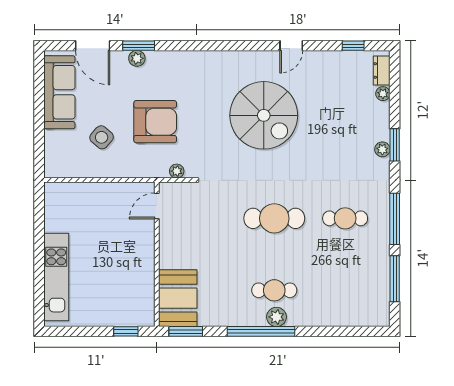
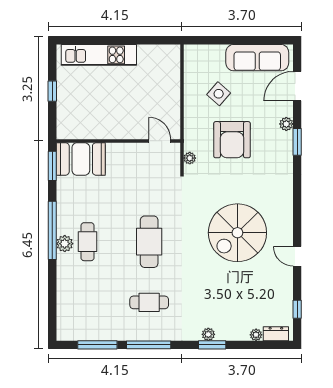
window: (139, 46) -> (297, 142), moved
cafe table: (345, 218) -> (149, 302), turned 90
window: (126, 331) -> (52, 91), moved

